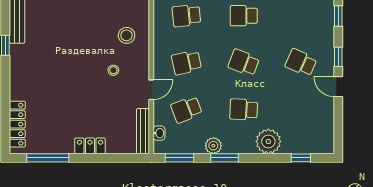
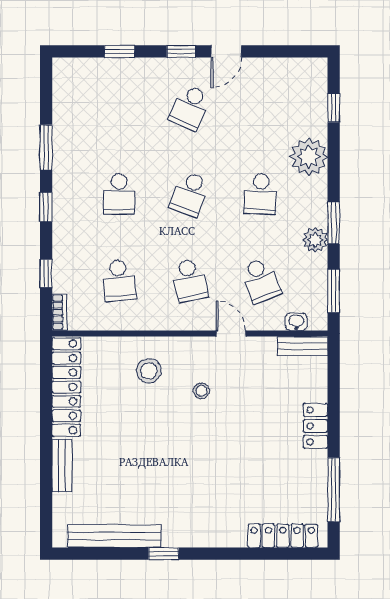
bench: (143, 131) -> (302, 346), width x0.73

